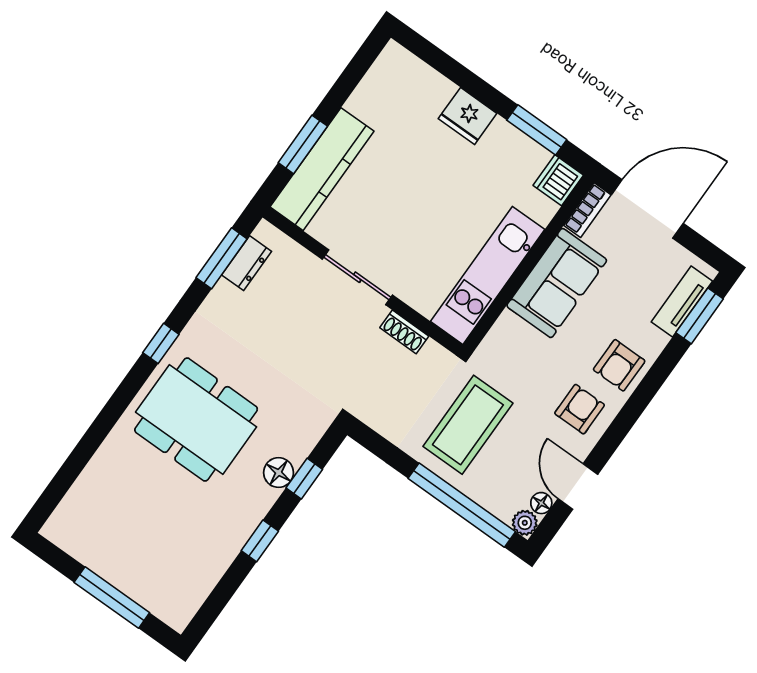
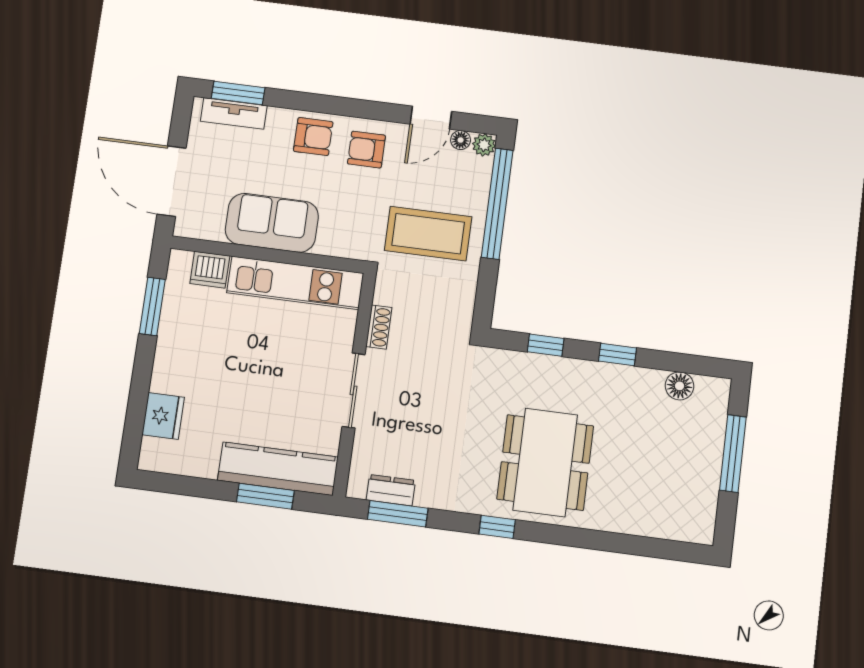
fridge: (468, 116) -> (163, 416), moved
dishwasher: (558, 180) -> (210, 270), moved
bookcase: (587, 210) -> (198, 230), removed
floor lamp: (279, 473) -> (680, 386), moved

